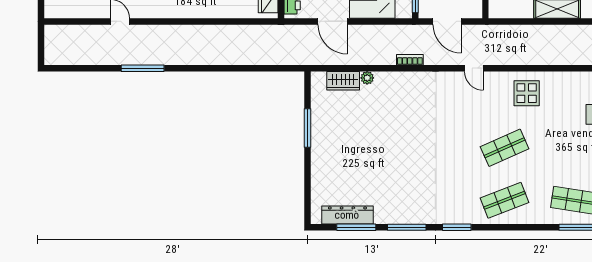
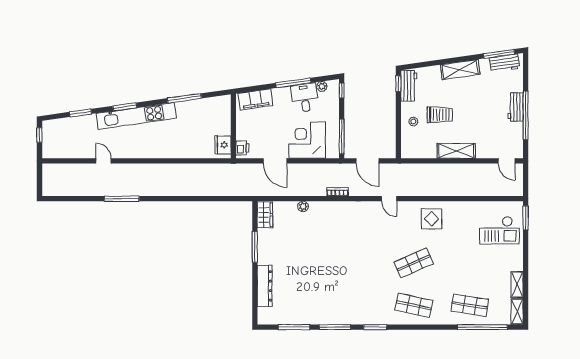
wardrobe: (343, 81) -> (265, 215), moved, turned -90
shop shelf: (505, 200) -> (414, 305), turned 33
dresser: (347, 215) -> (265, 286), moved, turned 90

